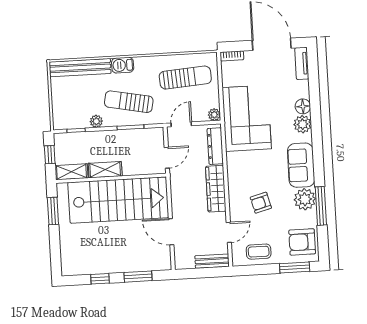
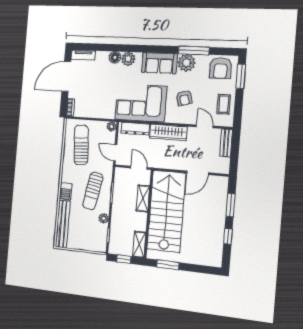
corner sofa: (247, 118) -> (141, 103), moved
shelving: (105, 170) -> (143, 198), moved

